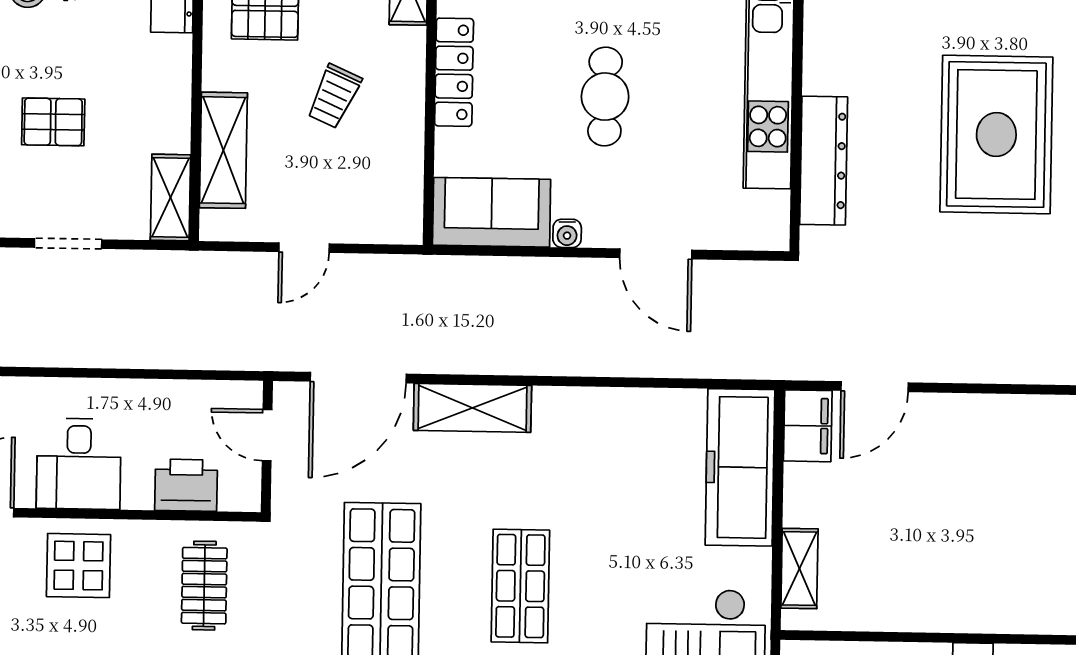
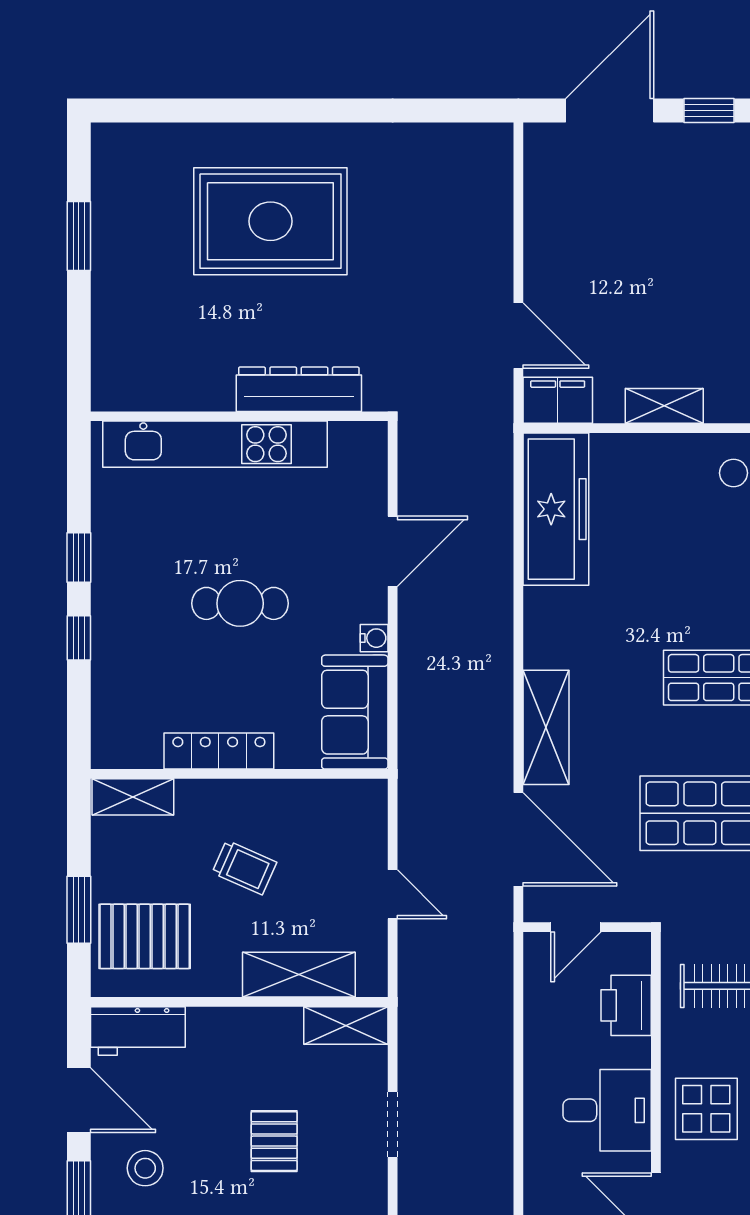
freezer: (740, 467) -> (556, 509), moved, turned -90
shelving: (799, 569) -> (664, 406), moved

